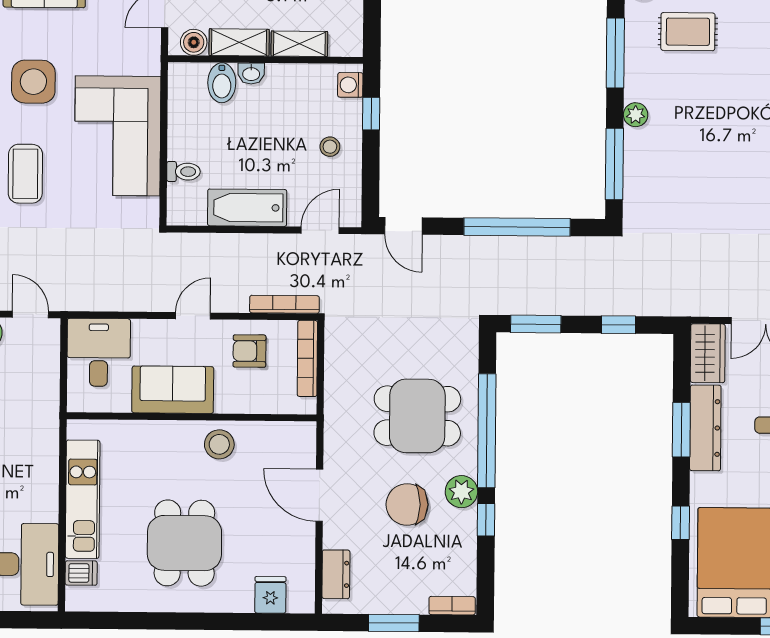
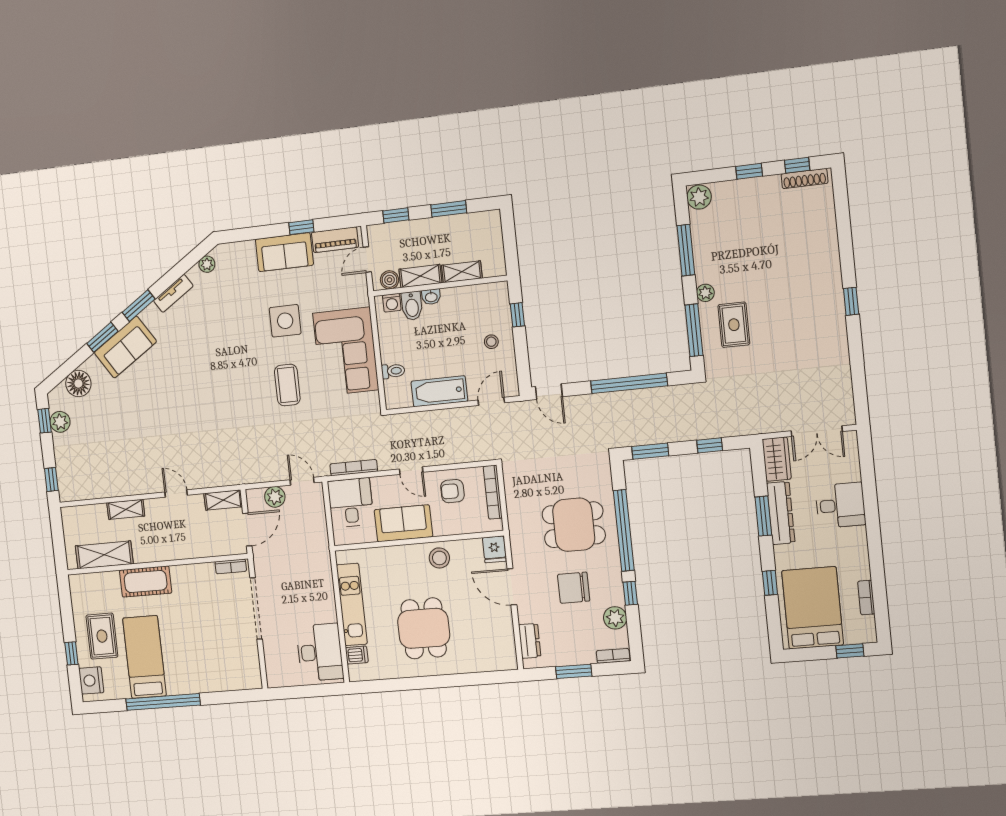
rug: (688, 32) -> (734, 325), moved, turned 90
washing machine: (350, 85) -> (392, 303), moved, turned -90
bookcase: (284, 304) -> (354, 468), moved
door: (193, 316) -> (411, 471), swing flipped
plant: (461, 492) -> (615, 618), moved
fridge: (270, 595) -> (494, 549), moved, turned 180

